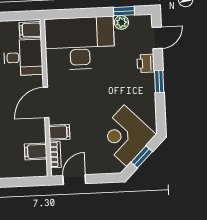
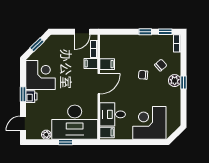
window: (124, 11) -> (65, 142), moved
printer: (146, 63) -> (31, 97), moved
corner desk: (125, 136) -> (41, 75), moved, turned -45
filing cabinet: (36, 152) -> (107, 64), moved

